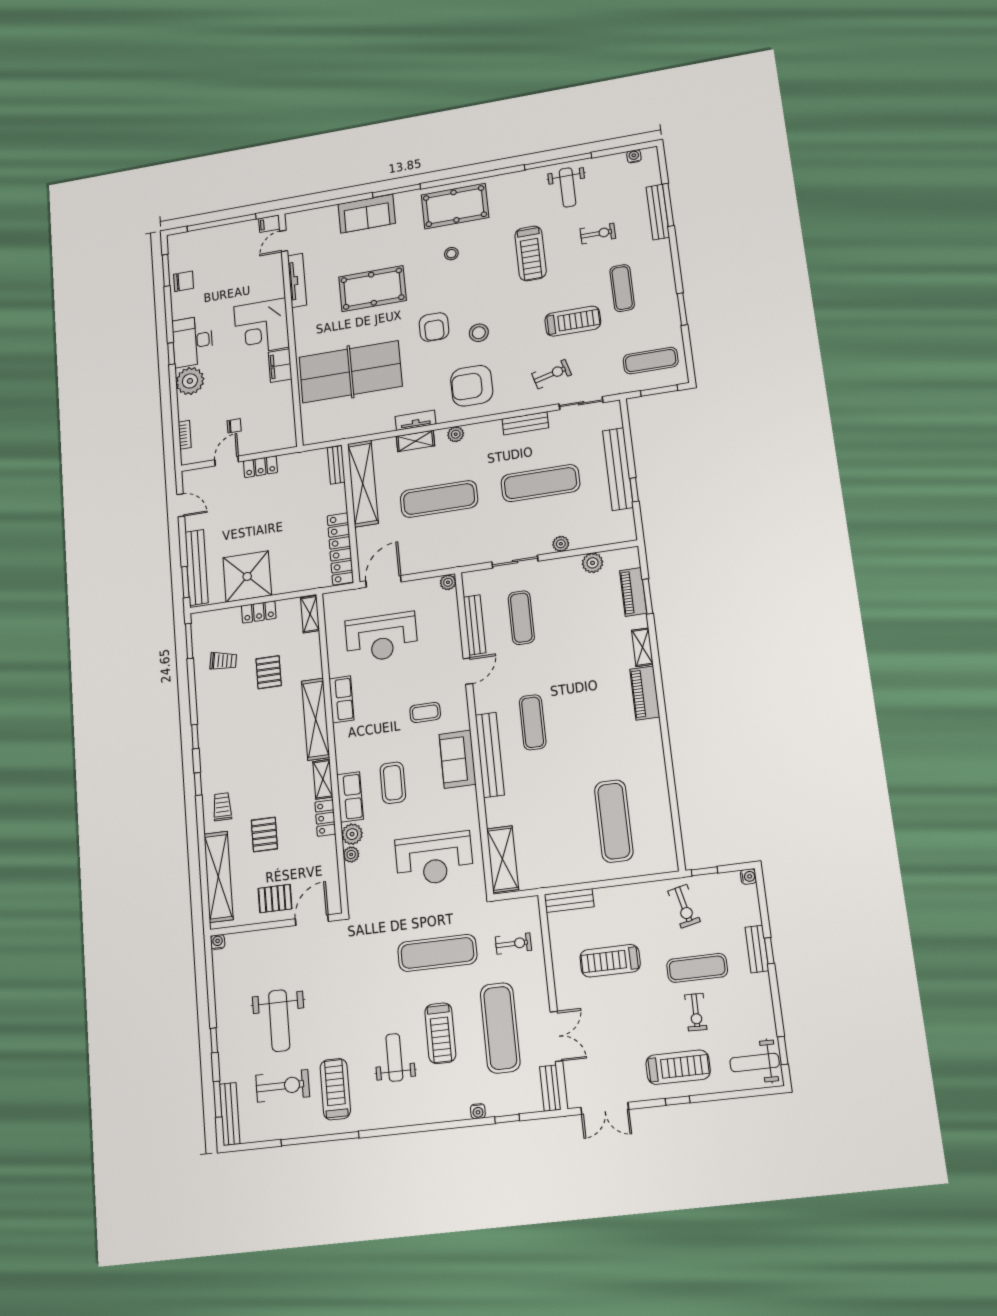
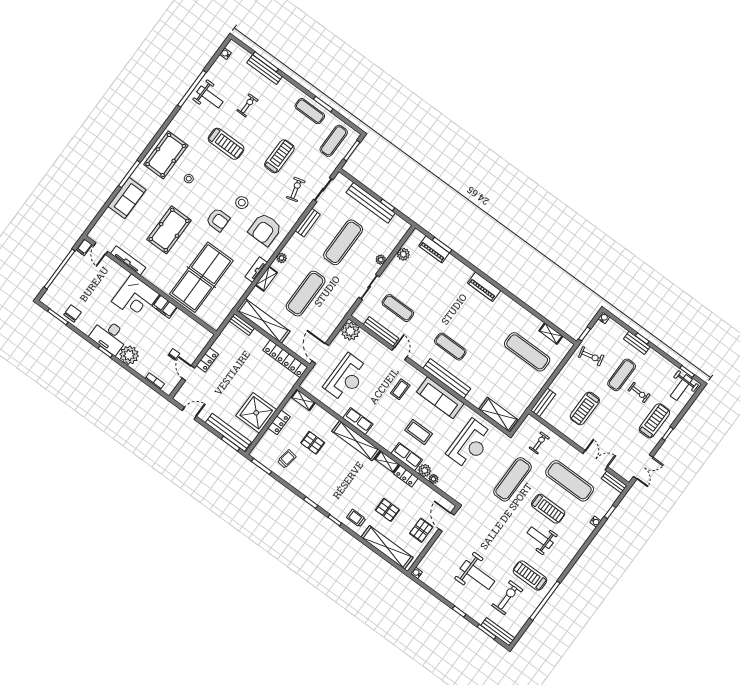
exercise mat: (622, 288) -> (310, 111), moved
plant: (448, 582) -> (350, 331), width x1.88, depth x1.88
shelving: (642, 647) -> (551, 333), moved
sofa: (458, 759) -> (440, 398), width x1.36

